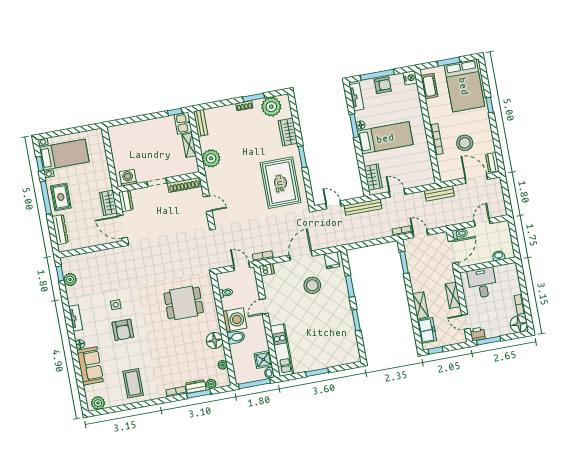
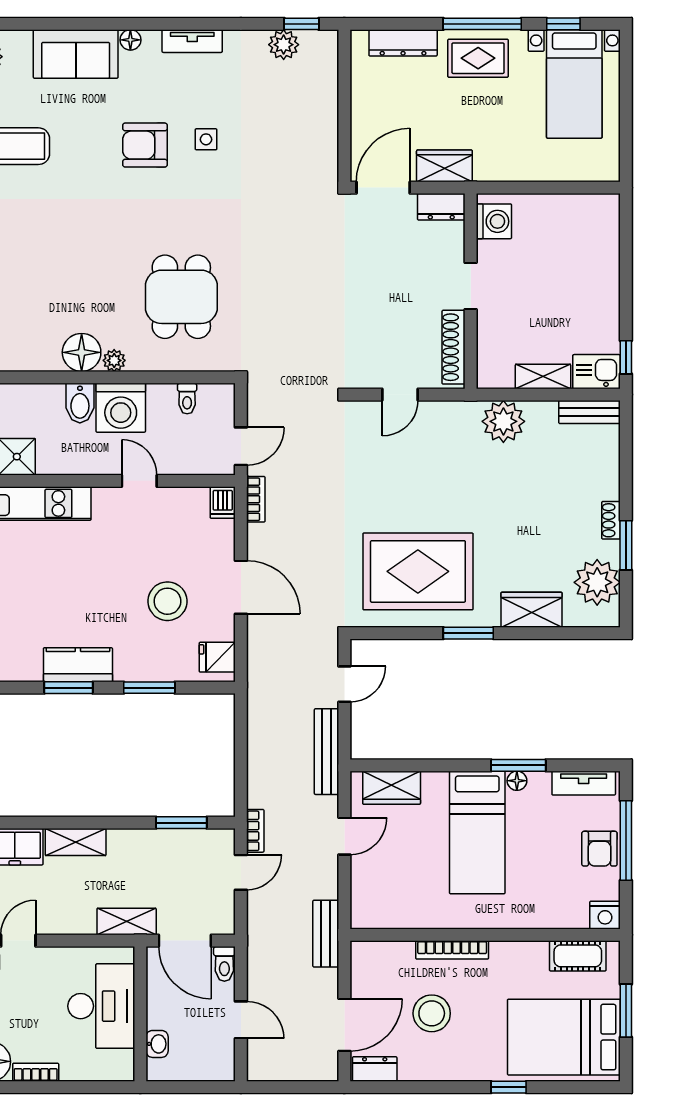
desk: (482, 283) -> (101, 1006), width x1.37
shelving: (453, 295) -> (127, 922), moved
kitchen counter: (346, 318) -> (78, 665), added
plant: (223, 365) -> (114, 360), moved

